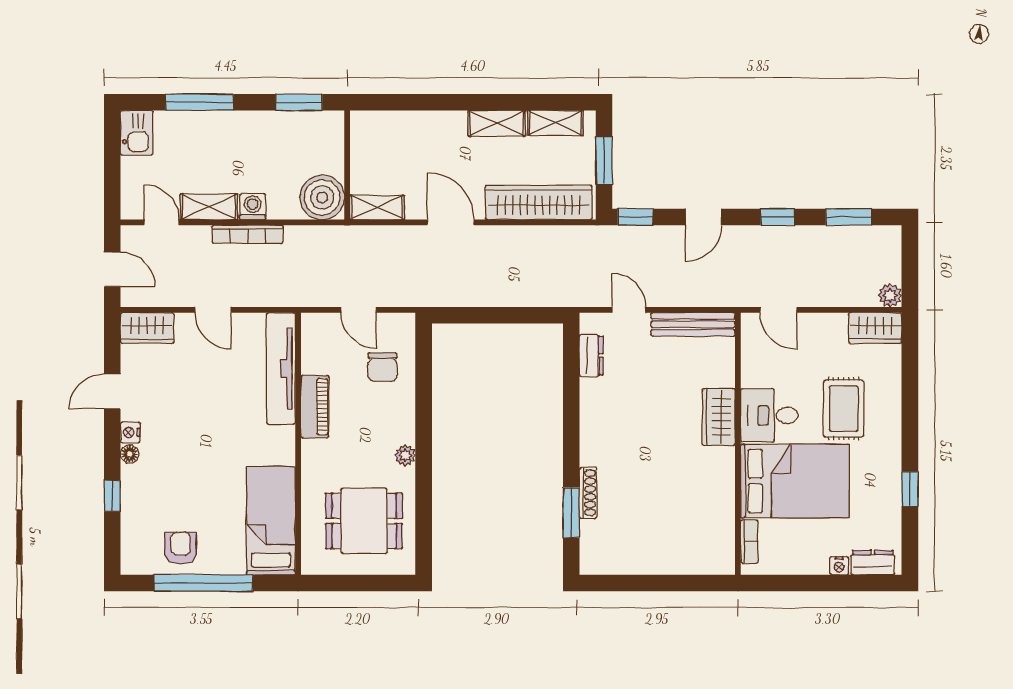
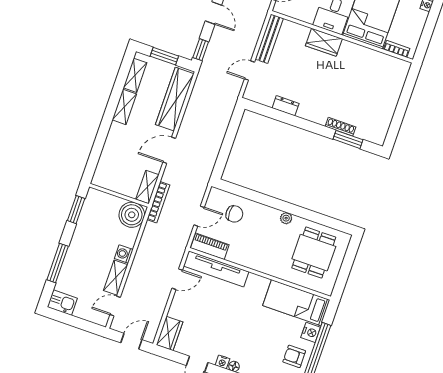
bookcase: (247, 234) -> (158, 202), moved
door: (213, 310) -> (177, 279), moved
dresser: (591, 355) -> (286, 106), moved
piano: (315, 407) -> (210, 246), moved
nightstand: (230, 561) -> (311, 332), added

